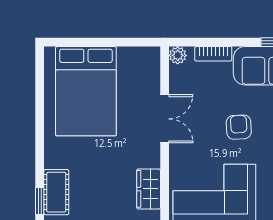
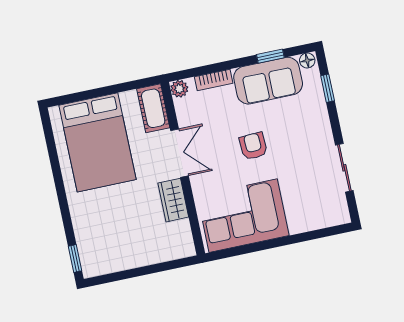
wardrobe: (149, 189) -> (173, 200), moved
cot: (56, 192) -> (153, 108), moved

